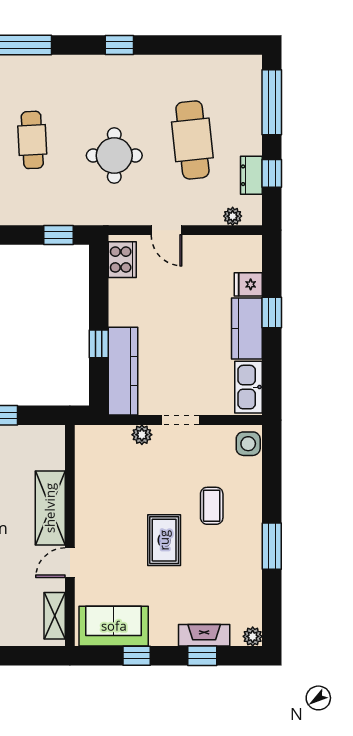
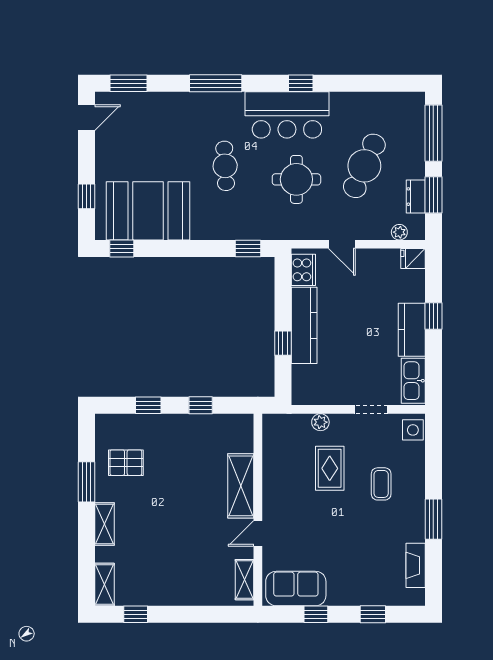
bar counter: (103, 81) -> (287, 115), added
cafe table: (192, 140) -> (364, 166), turned 30
window: (272, 173) -> (433, 195), width x1.50
fridge: (248, 284) -> (413, 259), moved
kitchen counter: (123, 371) -> (304, 325), moved
doorway: (180, 420) -> (371, 409), moved
rug: (164, 540) -> (330, 468), moved
fireplace: (204, 635) -> (416, 565), moved, turned -90
plant: (253, 636) -> (417, 598), removed

